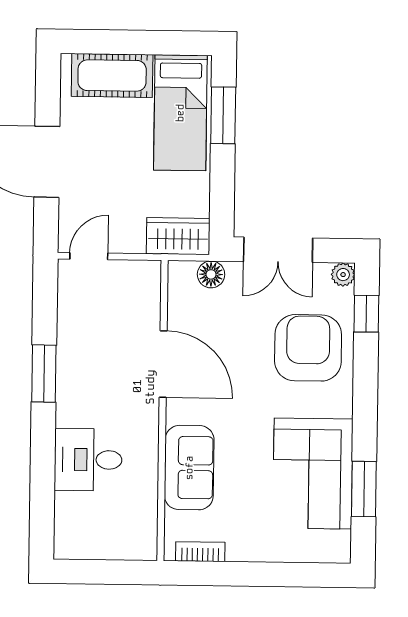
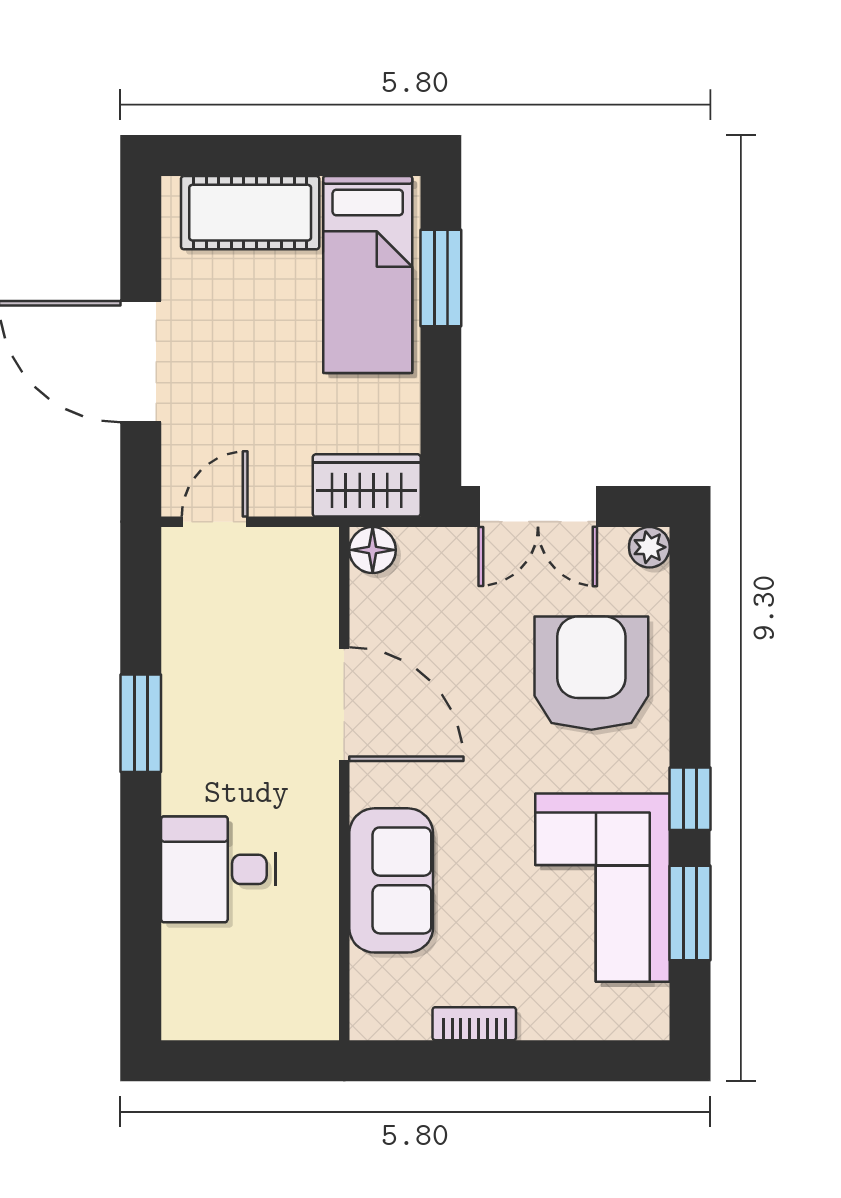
floor lamp: (211, 274) -> (373, 550), moved
window: (366, 314) -> (690, 799), moved
bookcase: (200, 552) -> (474, 1024), moved

